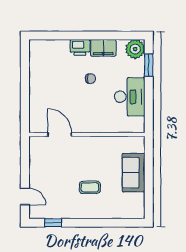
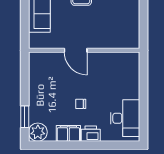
desk: (130, 97) -> (125, 118), moved, turned 180
door: (60, 134) -> (76, 50), moved

